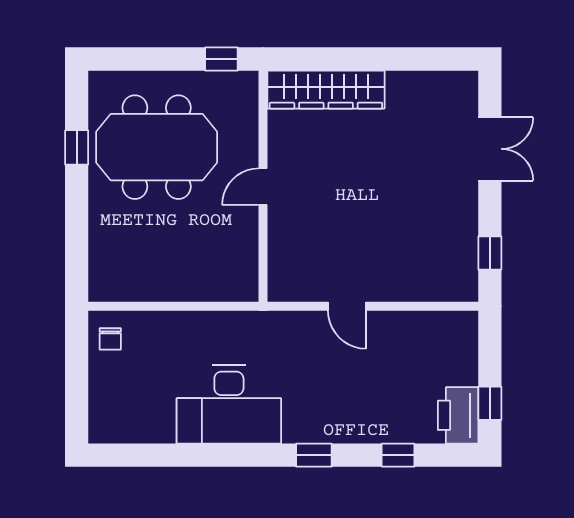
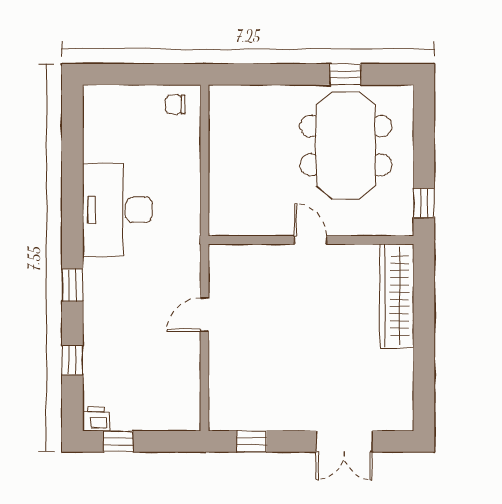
printer: (458, 415) -> (96, 419), width x0.53, depth x0.68

